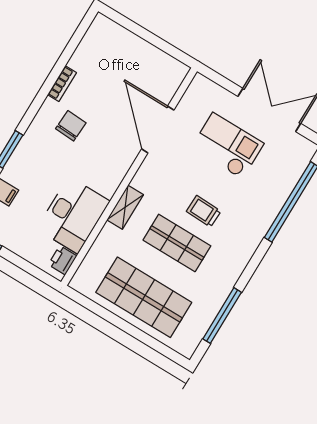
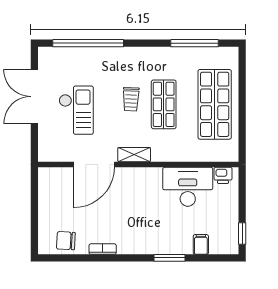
chair: (71, 126) -> (66, 241), moved
checkout: (227, 146) -> (76, 110), turned 180
shelving: (125, 207) -> (134, 155), moved

